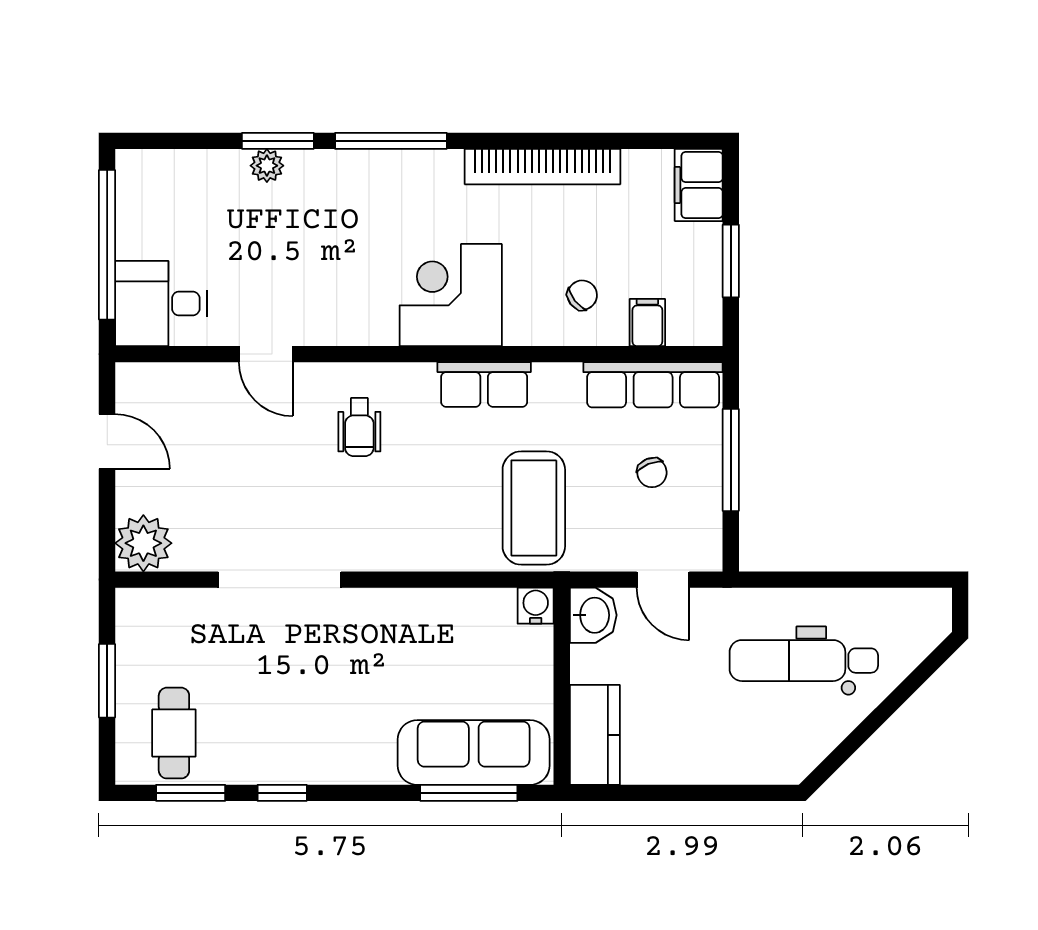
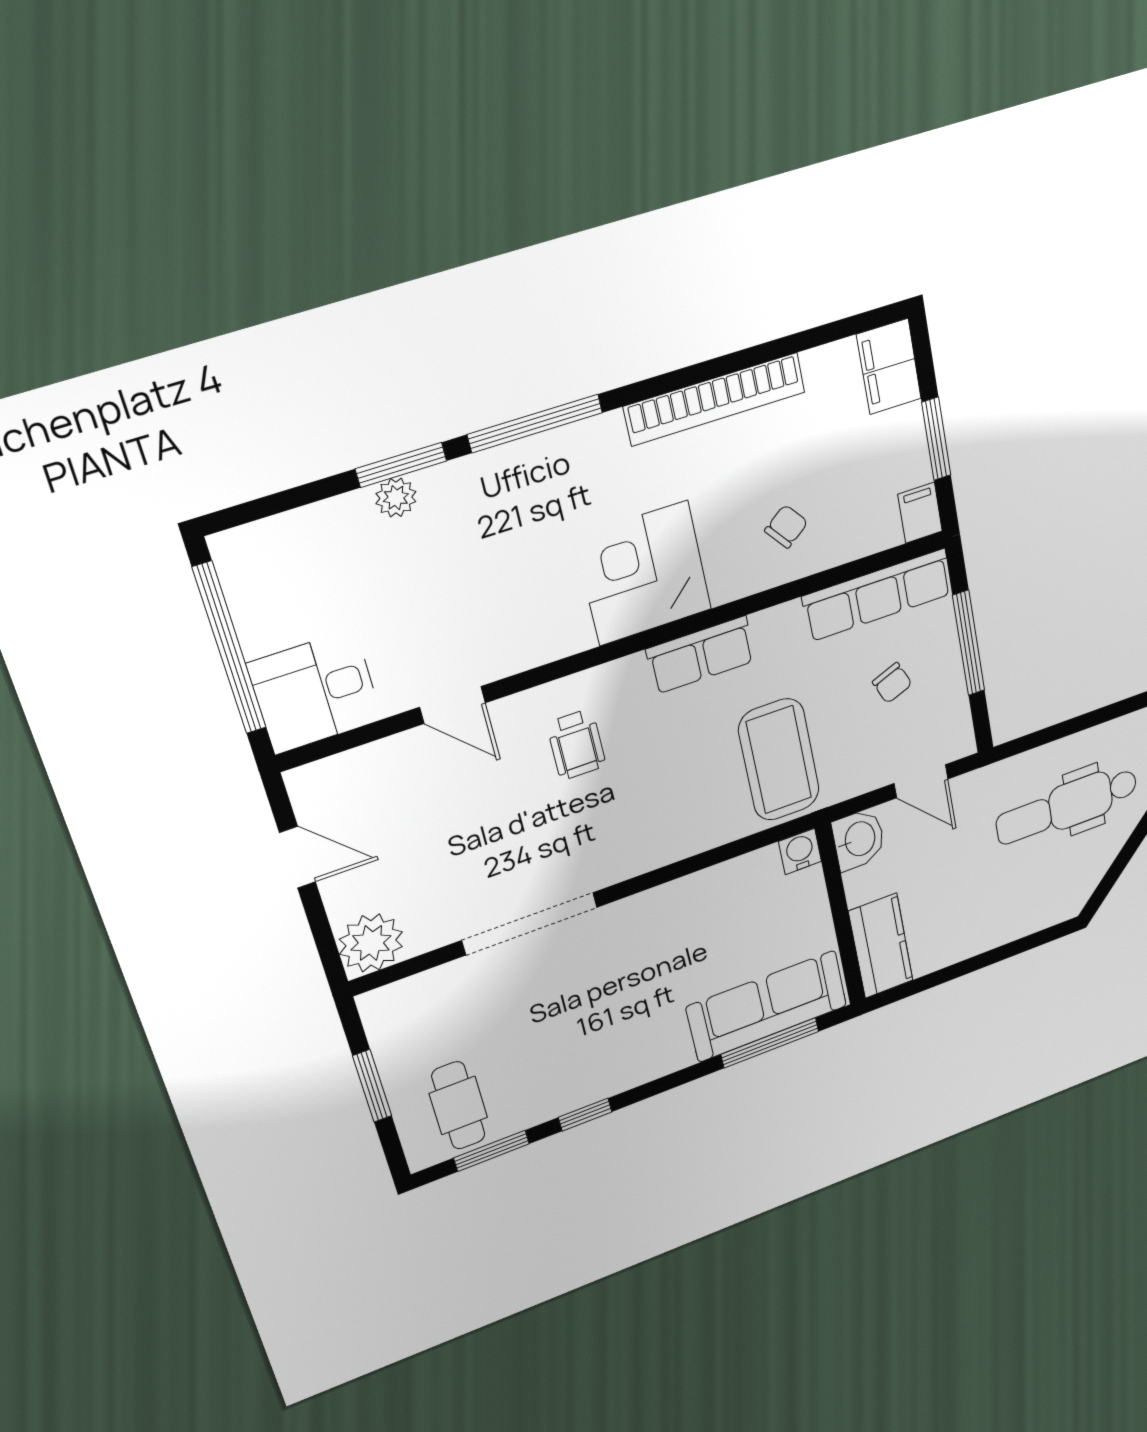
filing cabinet: (647, 322) -> (920, 513), moved

